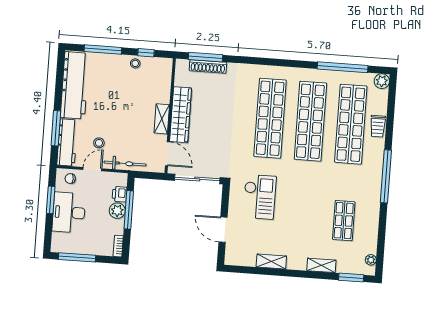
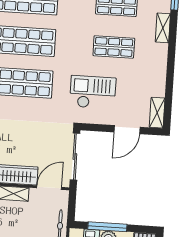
shop shelf: (303, 218) -> (114, 47), added
shelving: (271, 261) -> (157, 113), moved

